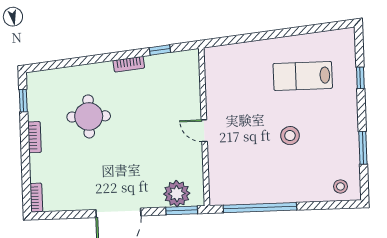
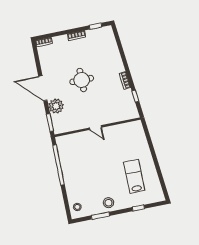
round table: (89, 116) -> (82, 80), moved
door: (204, 131) -> (95, 128), swing flipped
stool: (290, 136) -> (108, 203), moved
plant: (177, 194) -> (56, 106), moved

